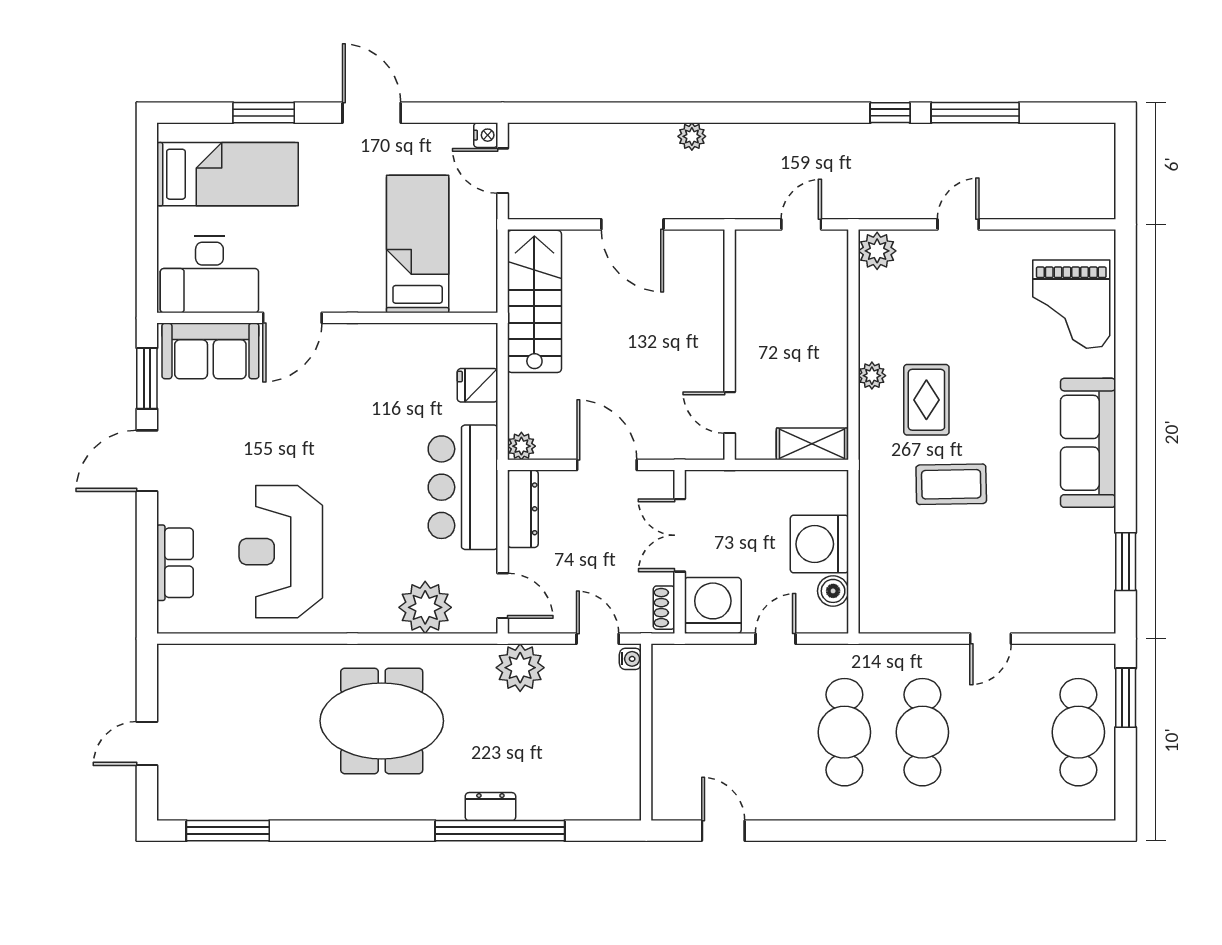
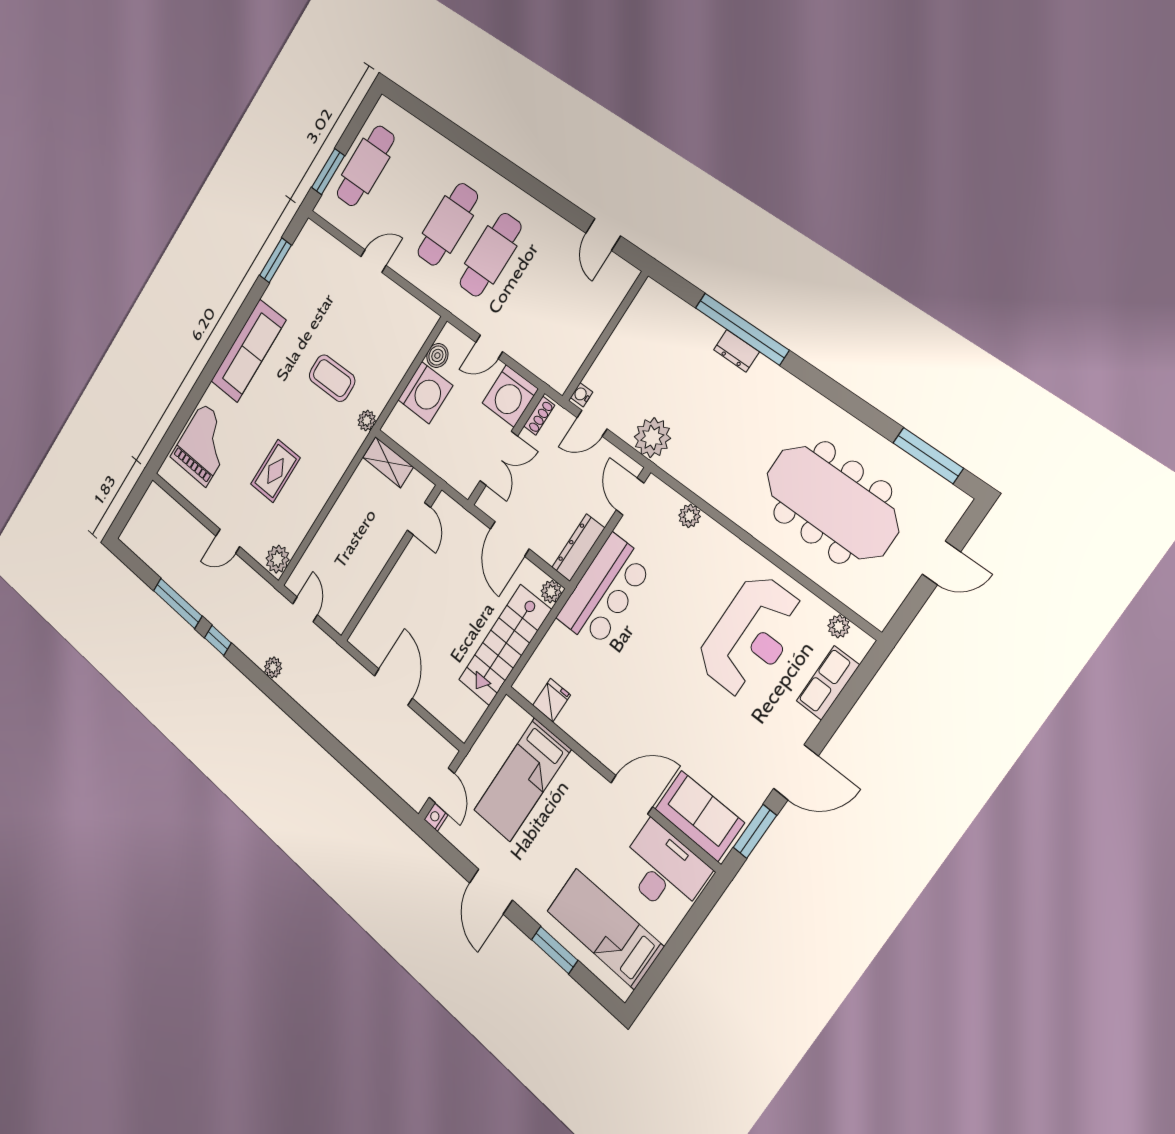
plant: (692, 136) -> (273, 667), moved
door: (801, 224) -> (305, 609), swing flipped
stairs: (534, 301) -> (505, 645), moved
plant: (872, 376) -> (367, 420), moved
fridge: (477, 385) -> (552, 700), moved, turned -90
rug: (926, 400) -> (275, 471), moved
plant: (425, 607) -> (690, 516), width x0.53, depth x0.53
plant: (202, 621) -> (839, 626), added
door: (598, 639) -> (592, 423), hinge flipped
meeting table: (382, 721) -> (832, 502), moved, width x1.36

